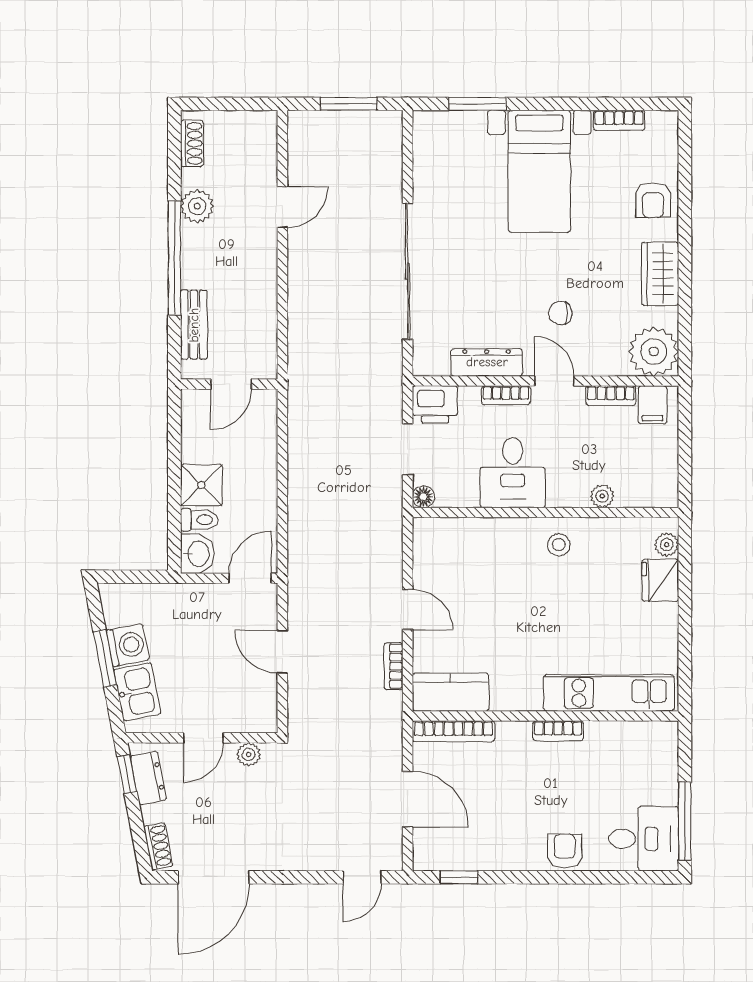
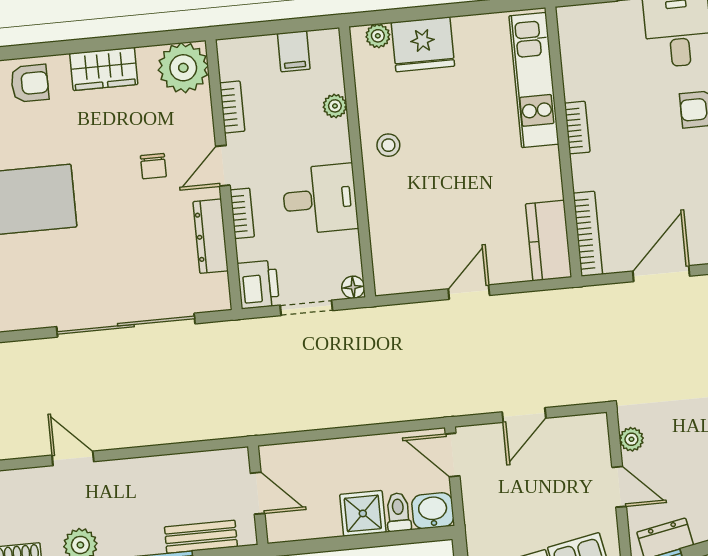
filing cabinet: (653, 405) -> (294, 51), moved, turned 90
fridge: (660, 580) -> (423, 44), width x1.36, depth x1.34
bookcase: (394, 666) -> (528, 301), removed

